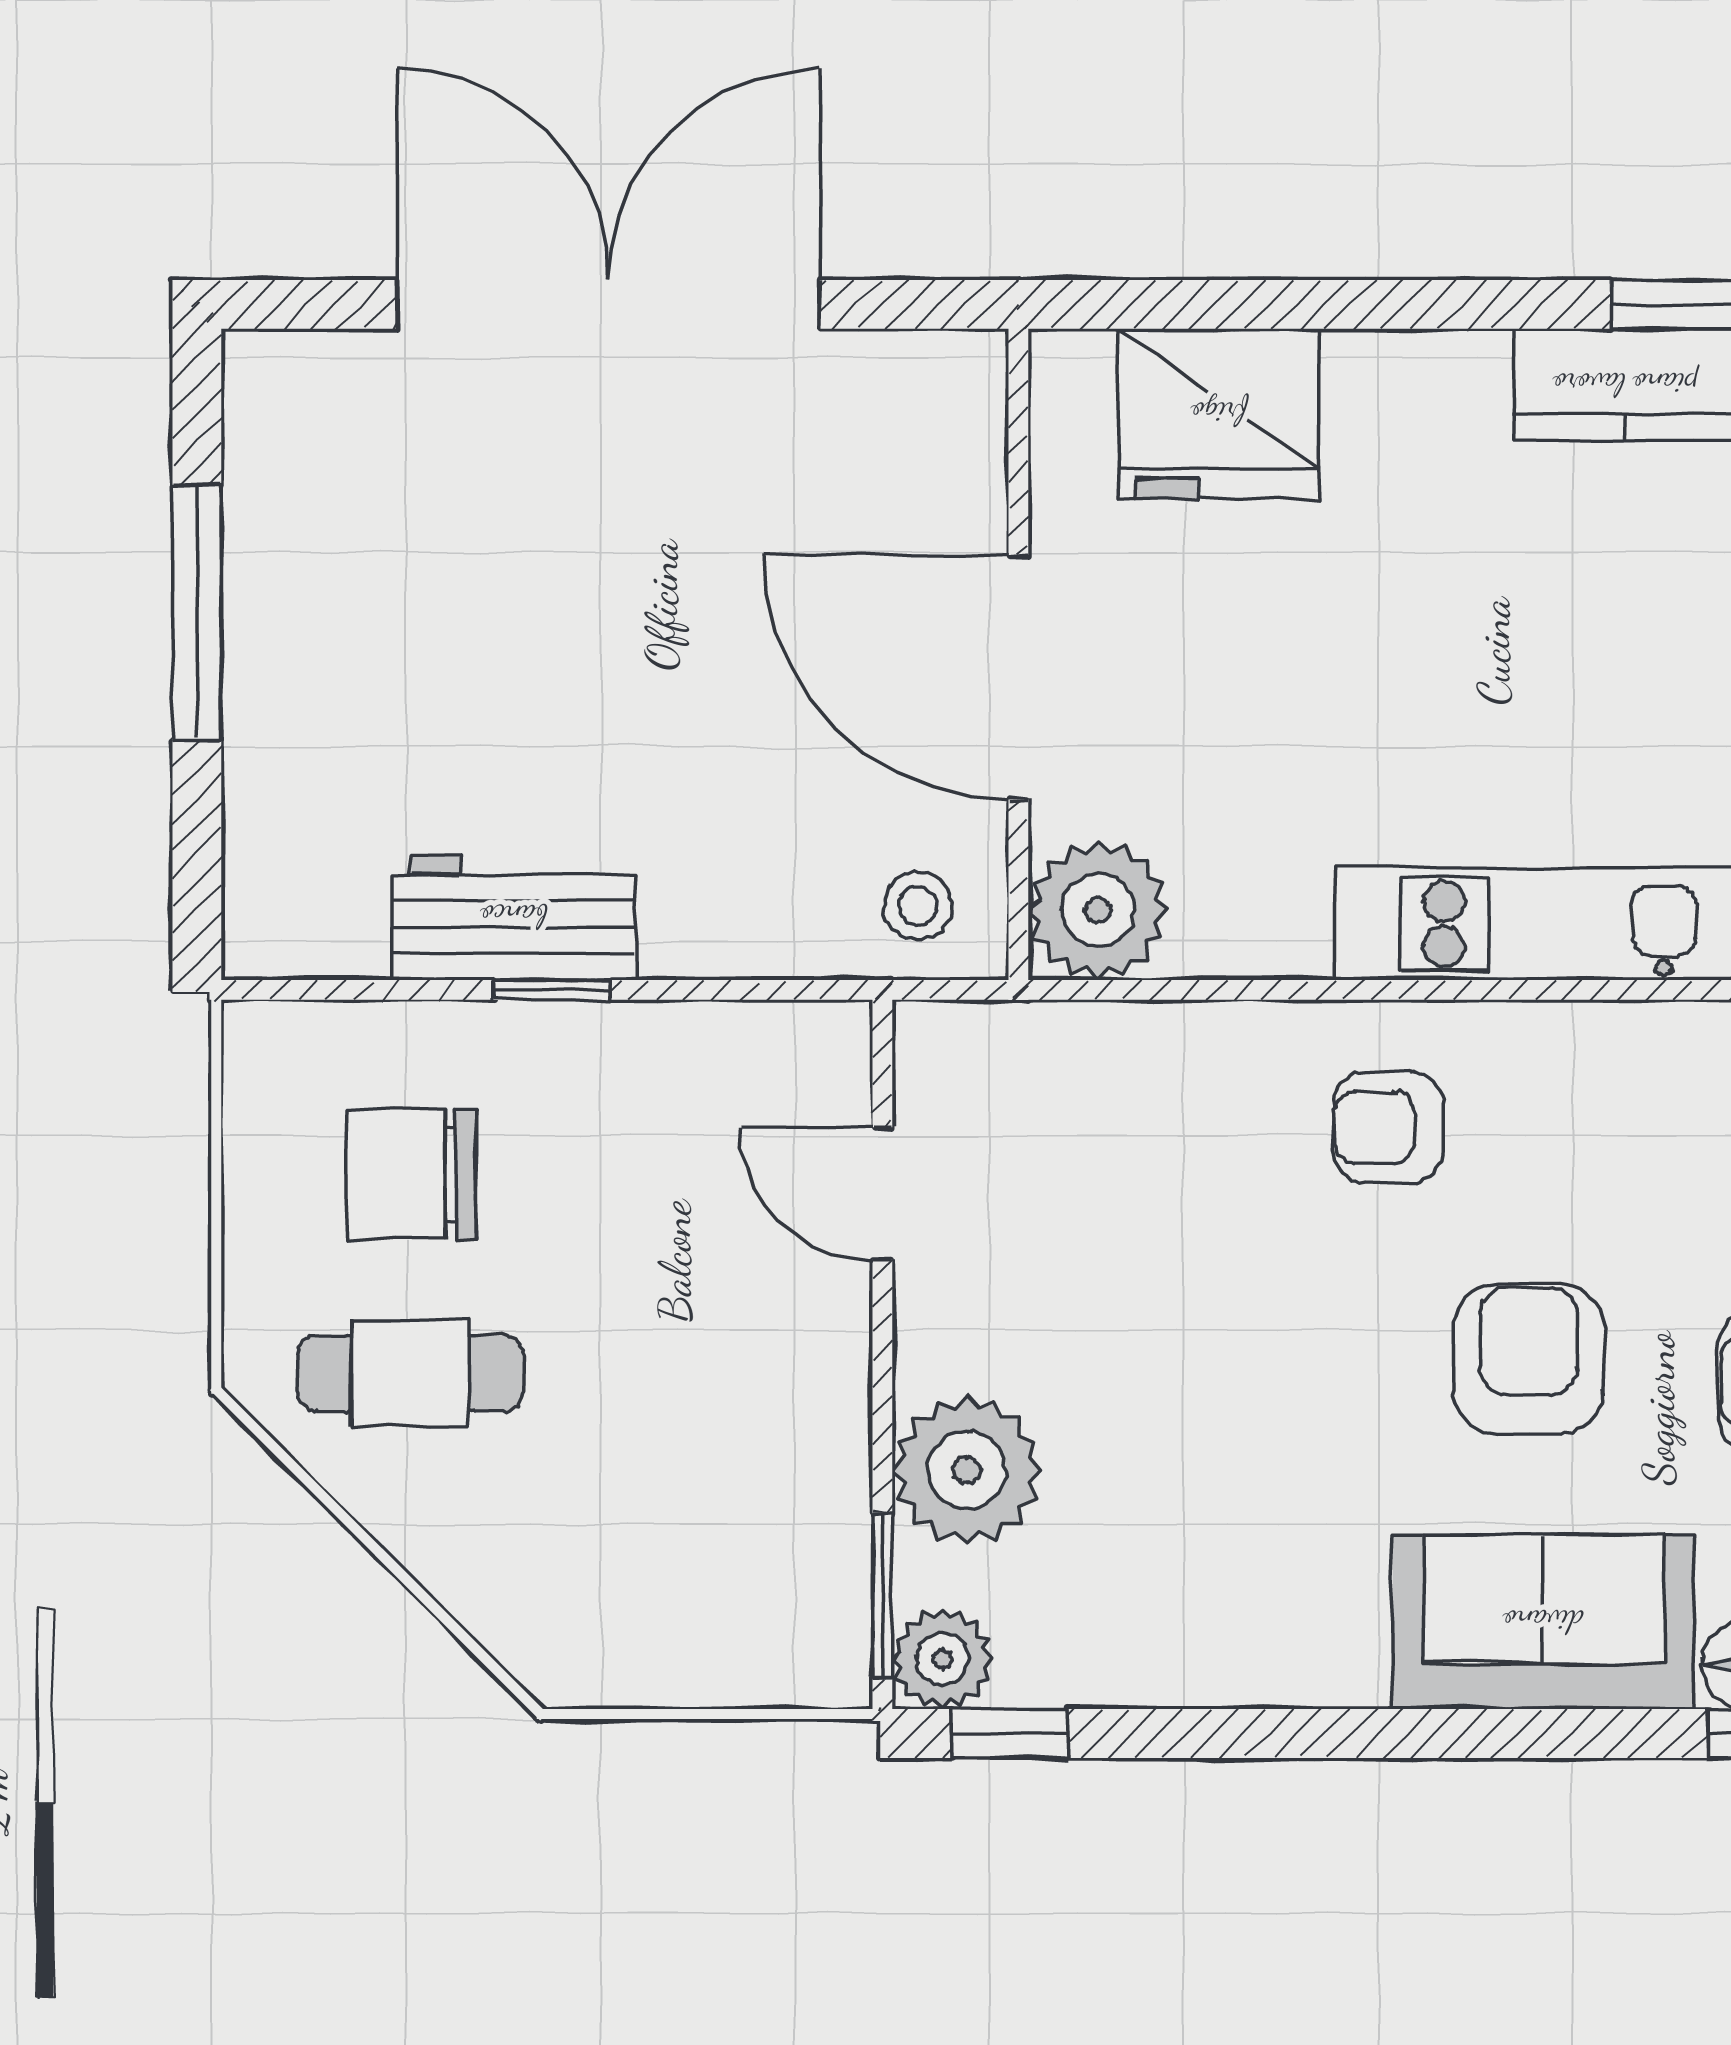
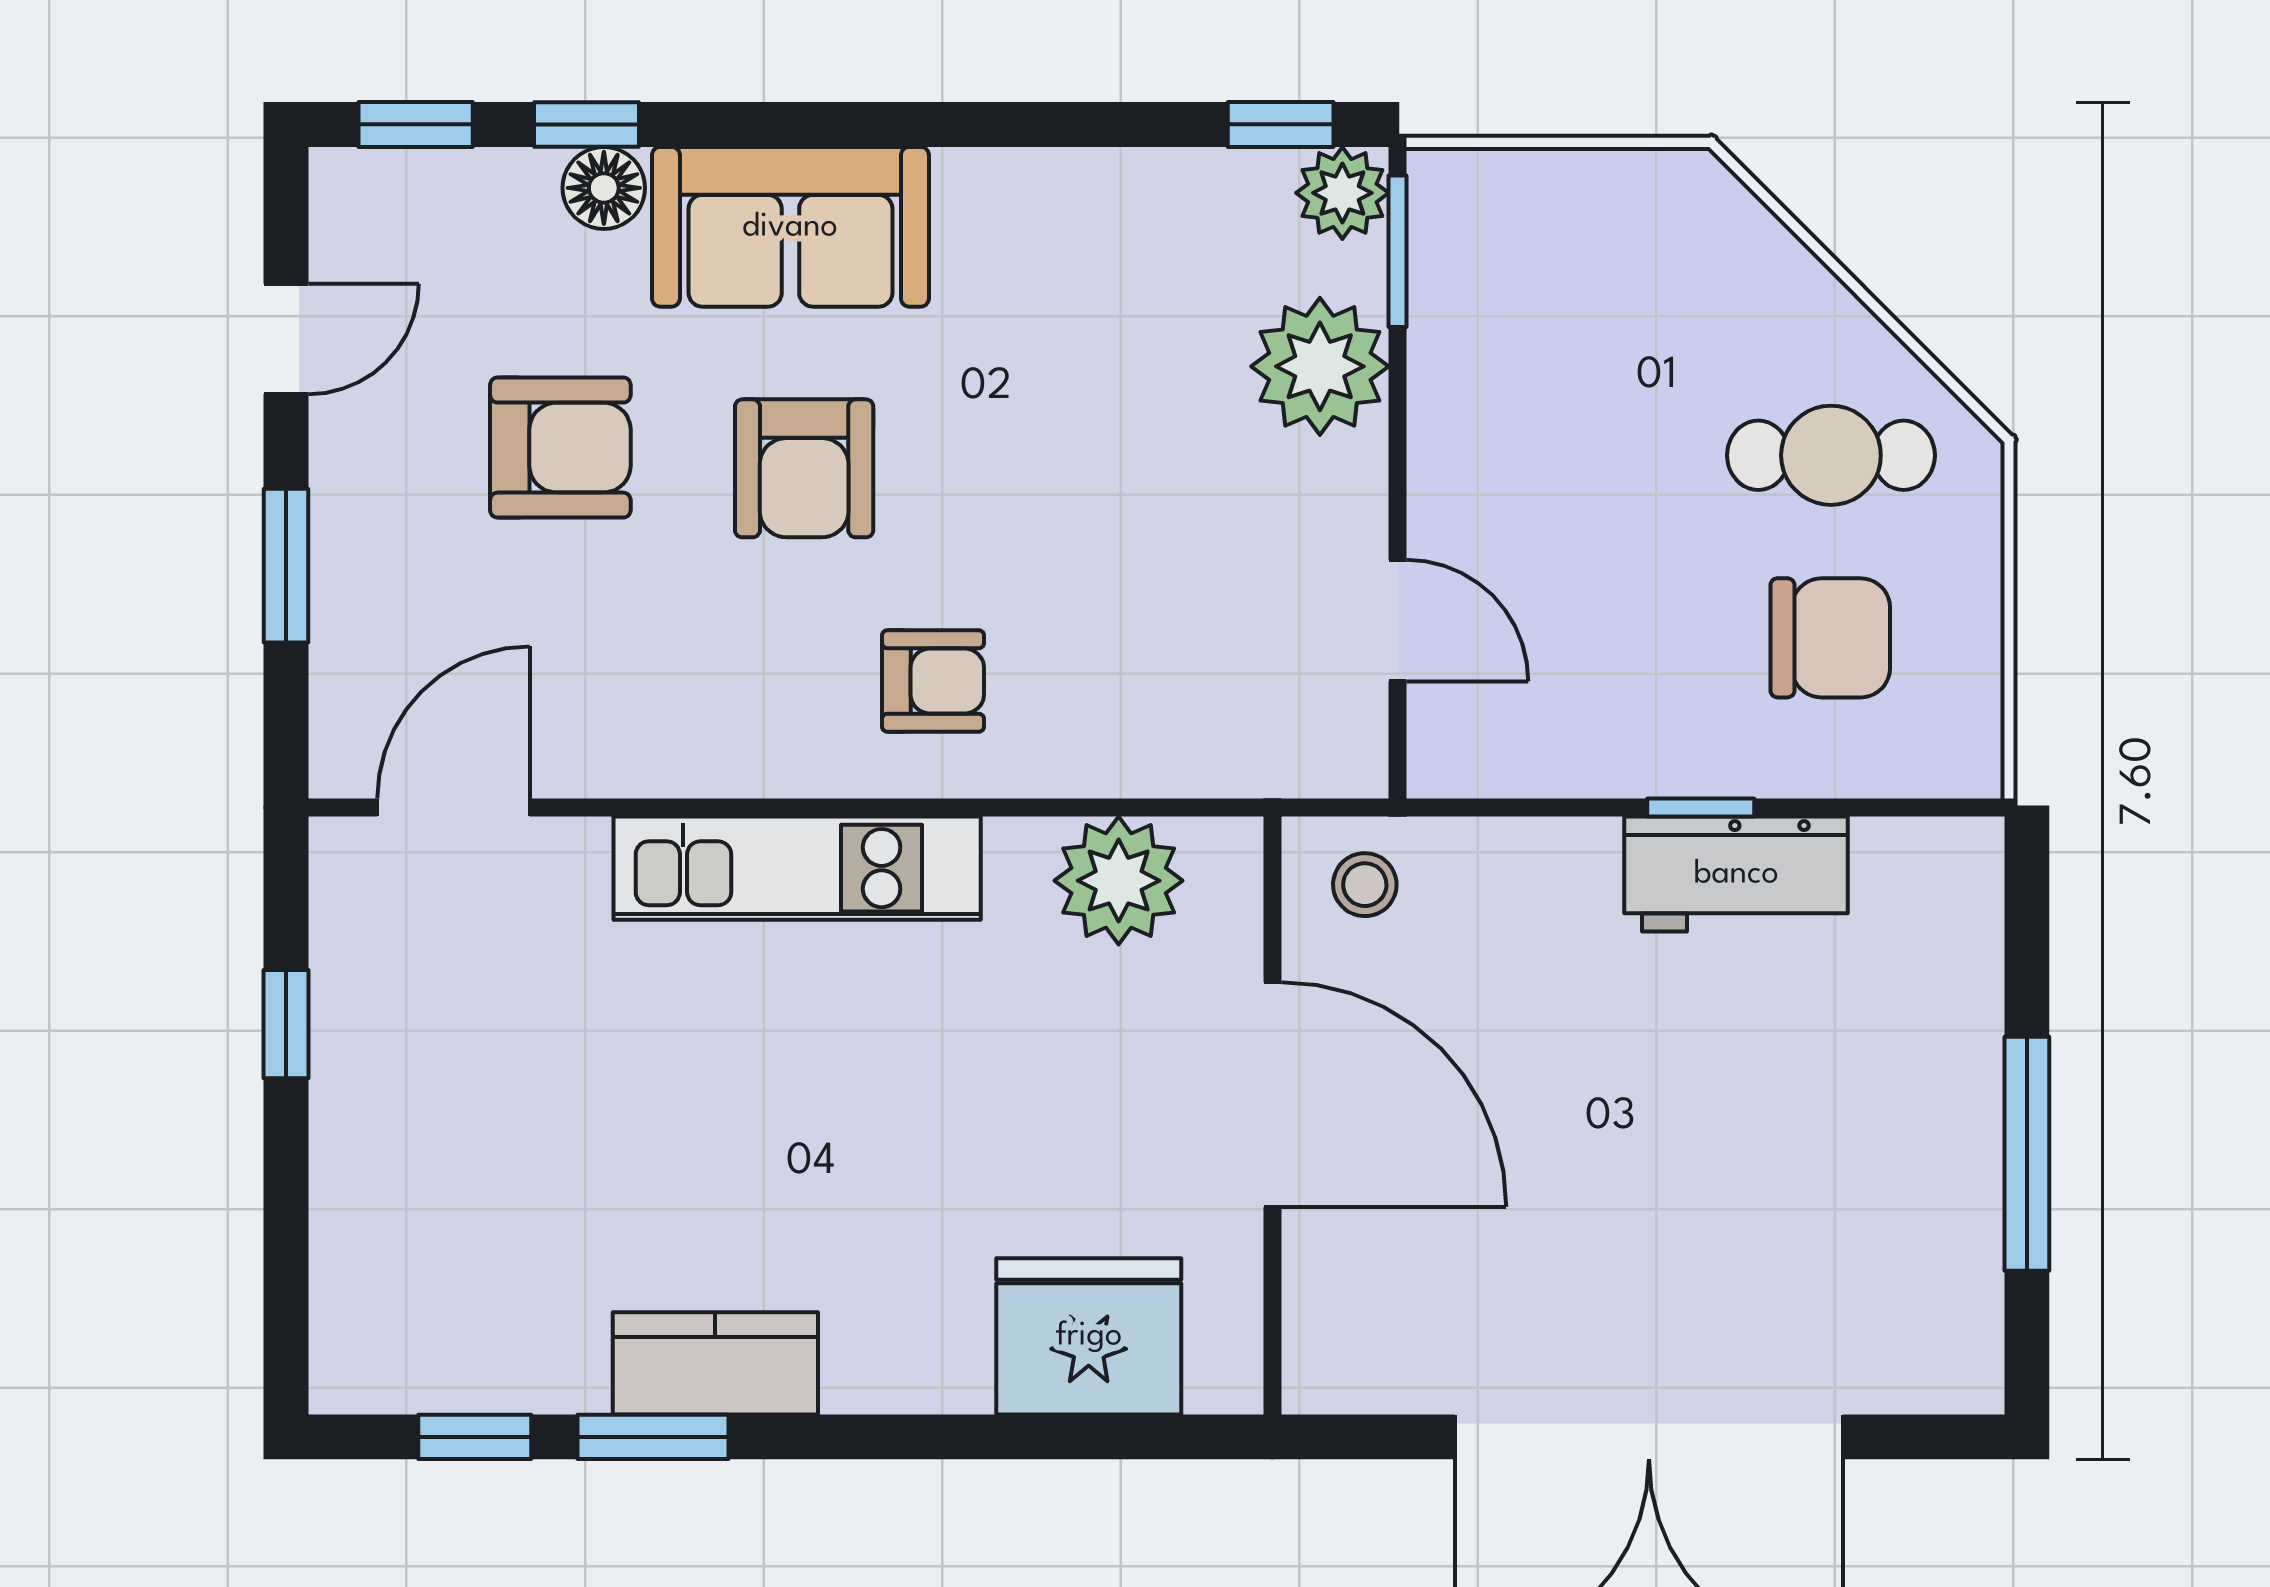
plant: (1098, 910) -> (1119, 881), moved

